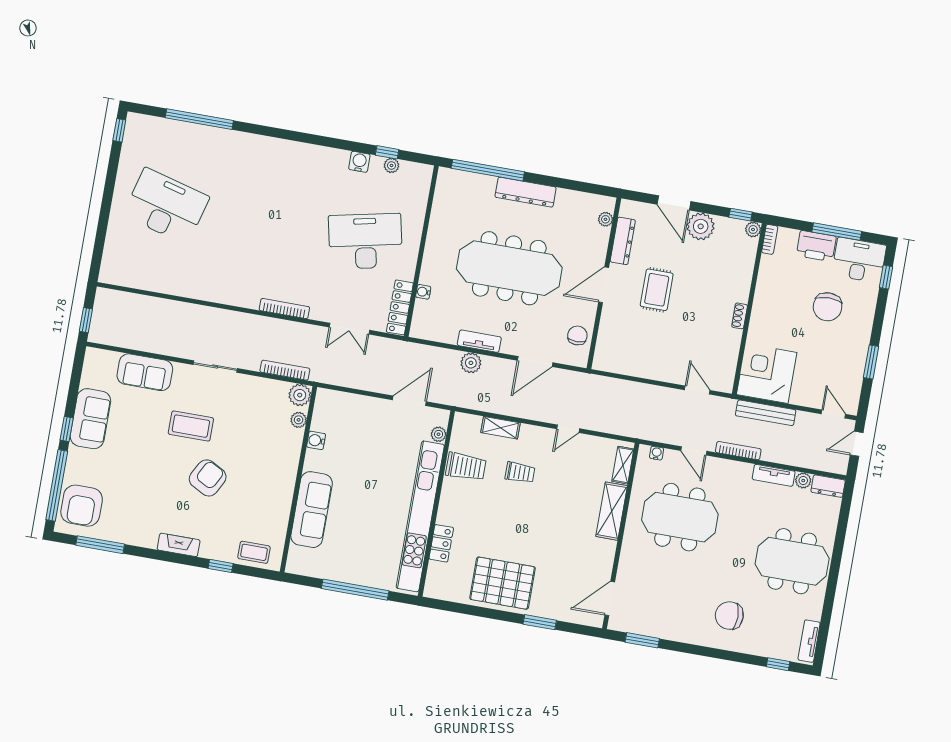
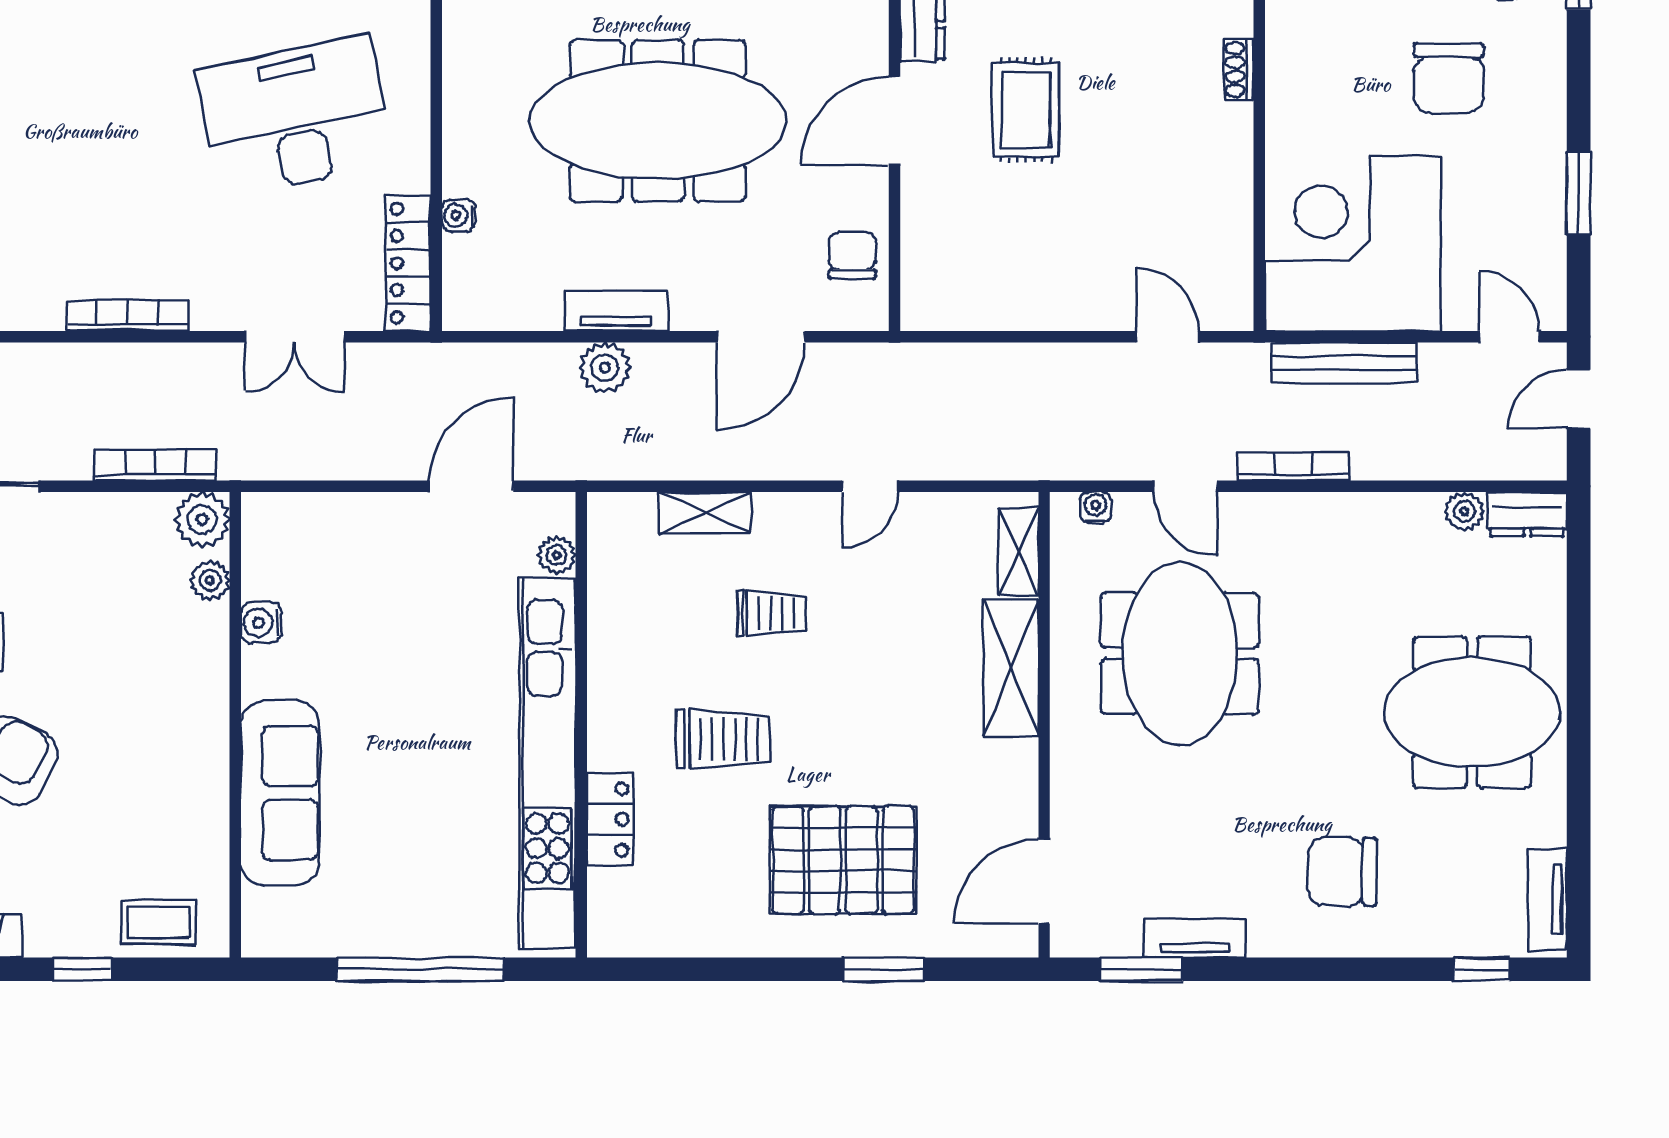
shoe rack: (740, 316) -> (1239, 69), moved
corner desk: (767, 373) -> (1353, 243), width x1.36, depth x1.36
trolley: (466, 467) -> (723, 739), moved
tv unit: (774, 475) -> (1195, 938), moved, turned 180
meeting table: (680, 517) -> (1180, 653), turned 90
pallet: (503, 583) -> (843, 860), moved

